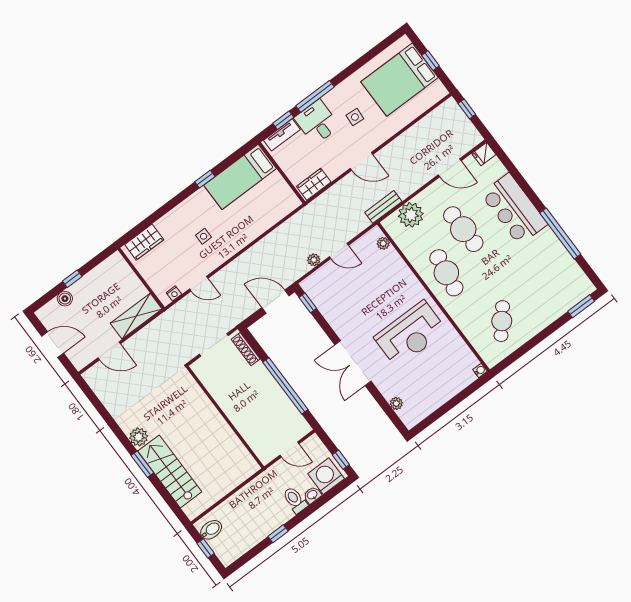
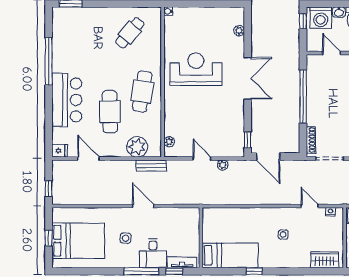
wardrobe: (314, 184) -> (186, 214), removed

